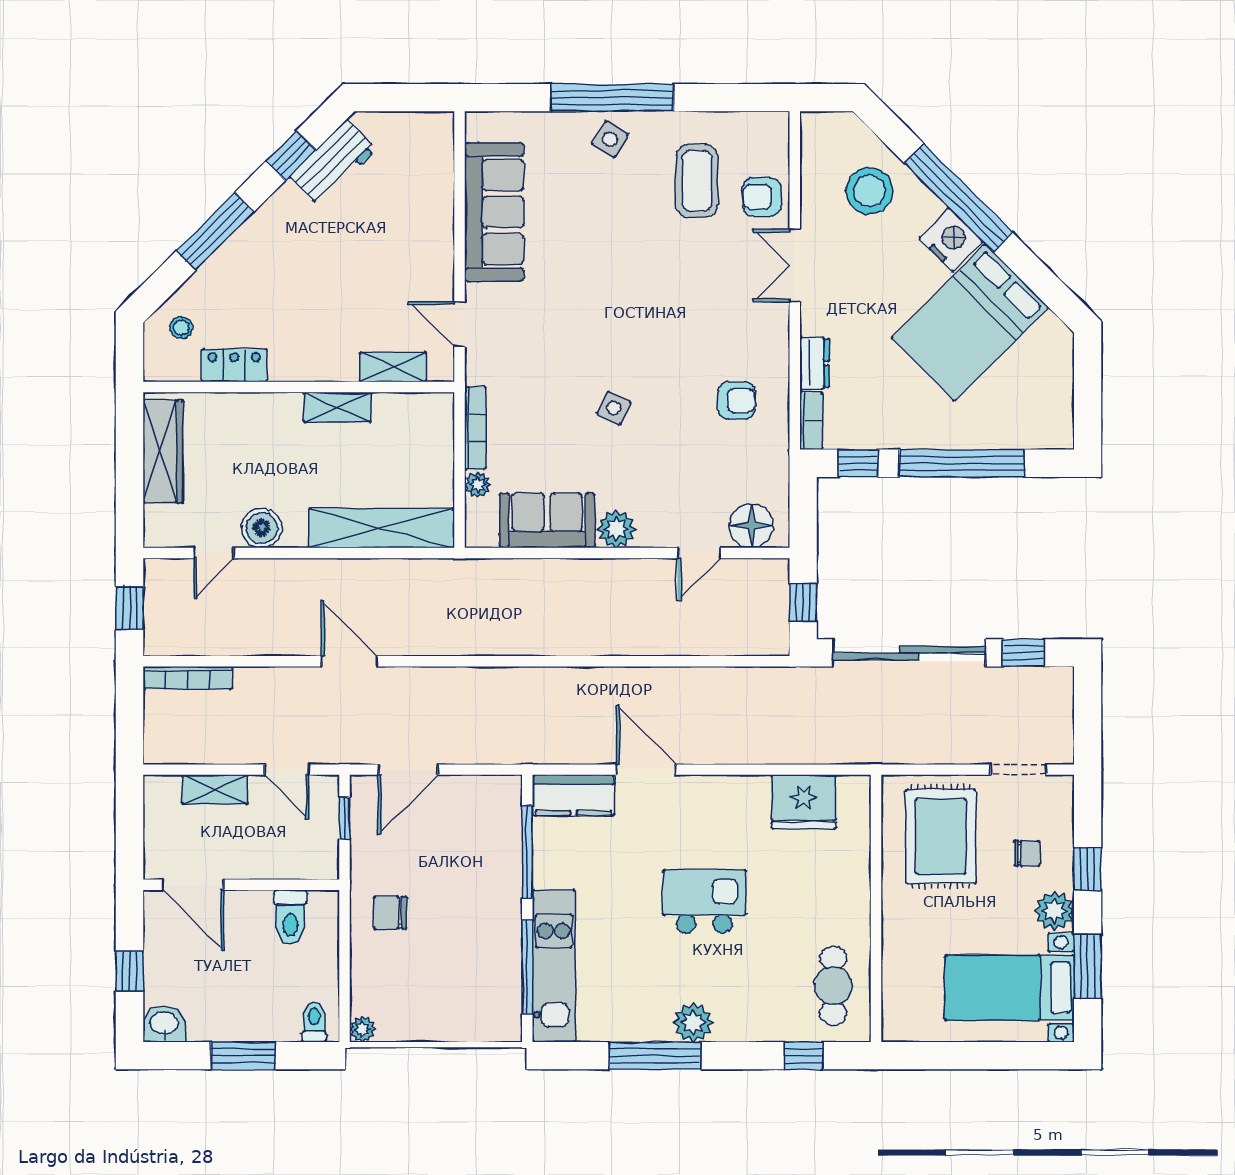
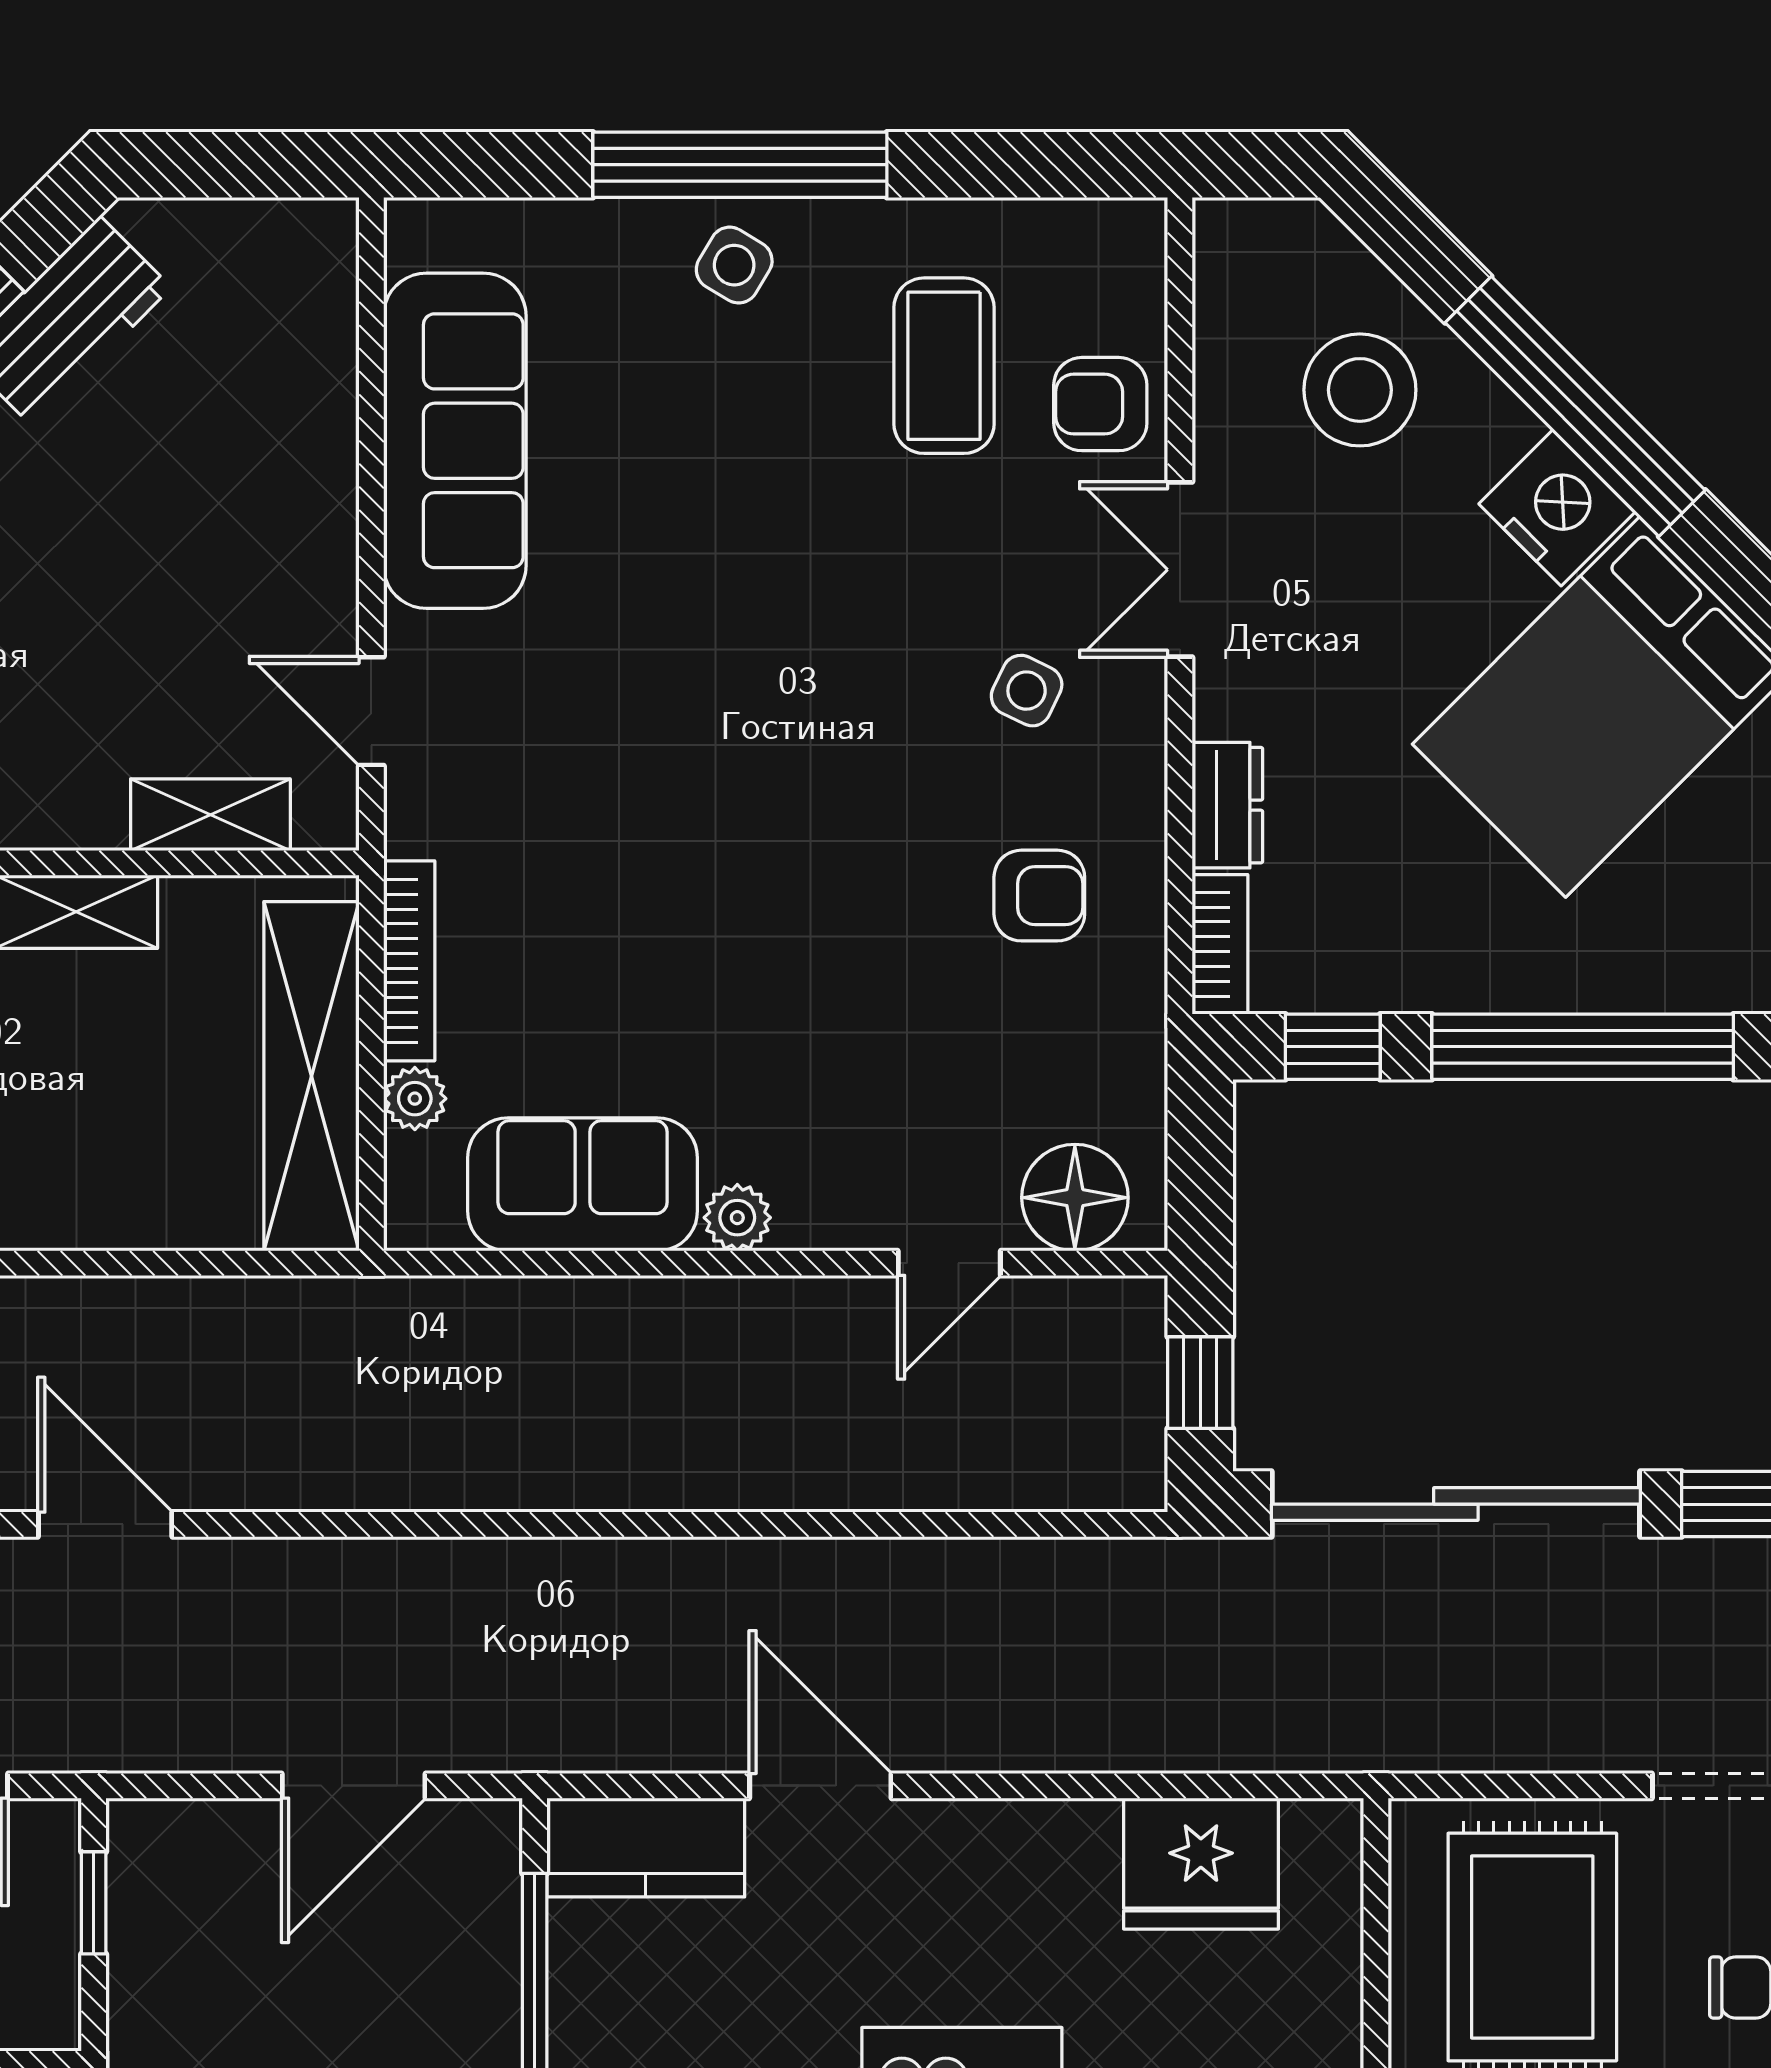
side table: (614, 408) -> (1027, 691), moved
shelving: (381, 528) -> (311, 1076), moved, turned 90
plant: (616, 529) -> (737, 1218), width x0.73, depth x0.73
door: (408, 770) -> (354, 1786), moved

